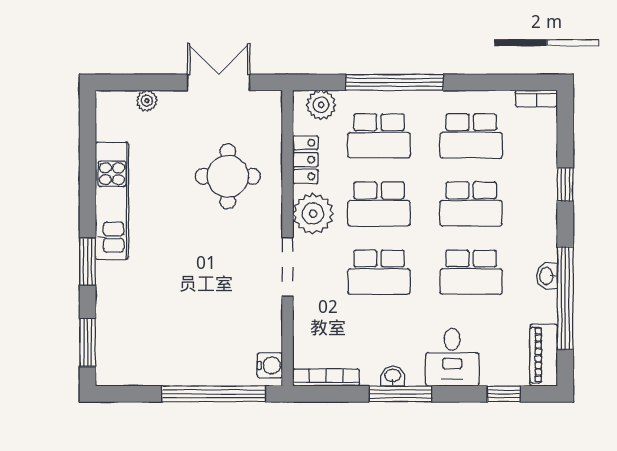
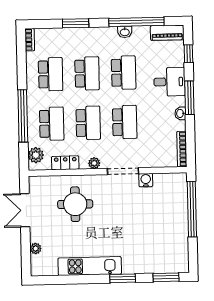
window: (565, 185) -> (76, 23), width x1.50
plant: (313, 214) -> (94, 163), width x0.53, depth x0.53
water cooler: (270, 365) -> (146, 180), moved
window: (400, 394) -> (189, 98), moved

